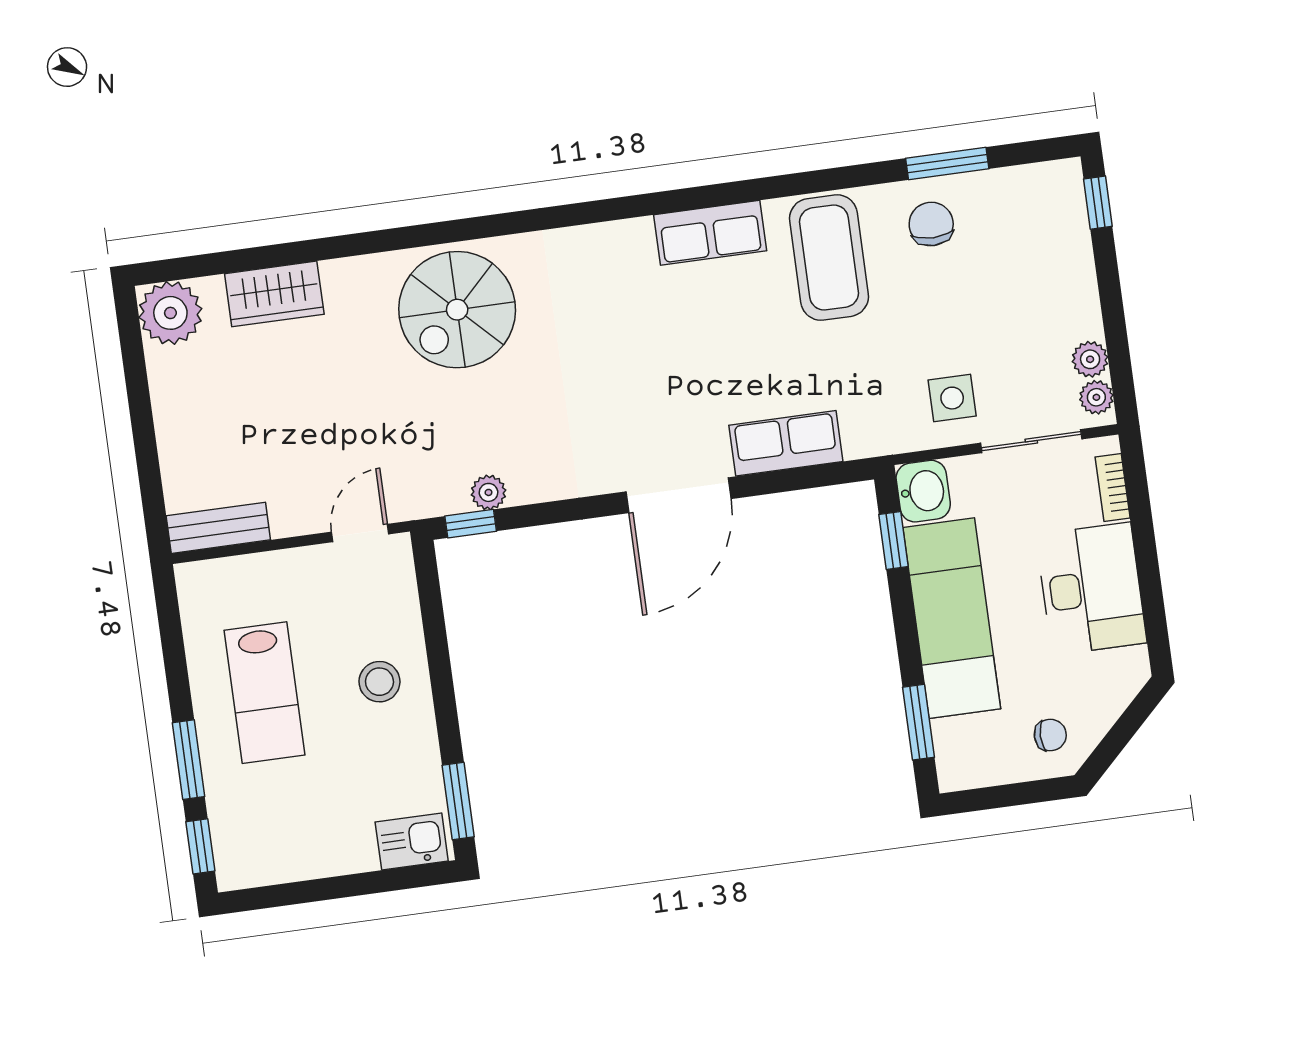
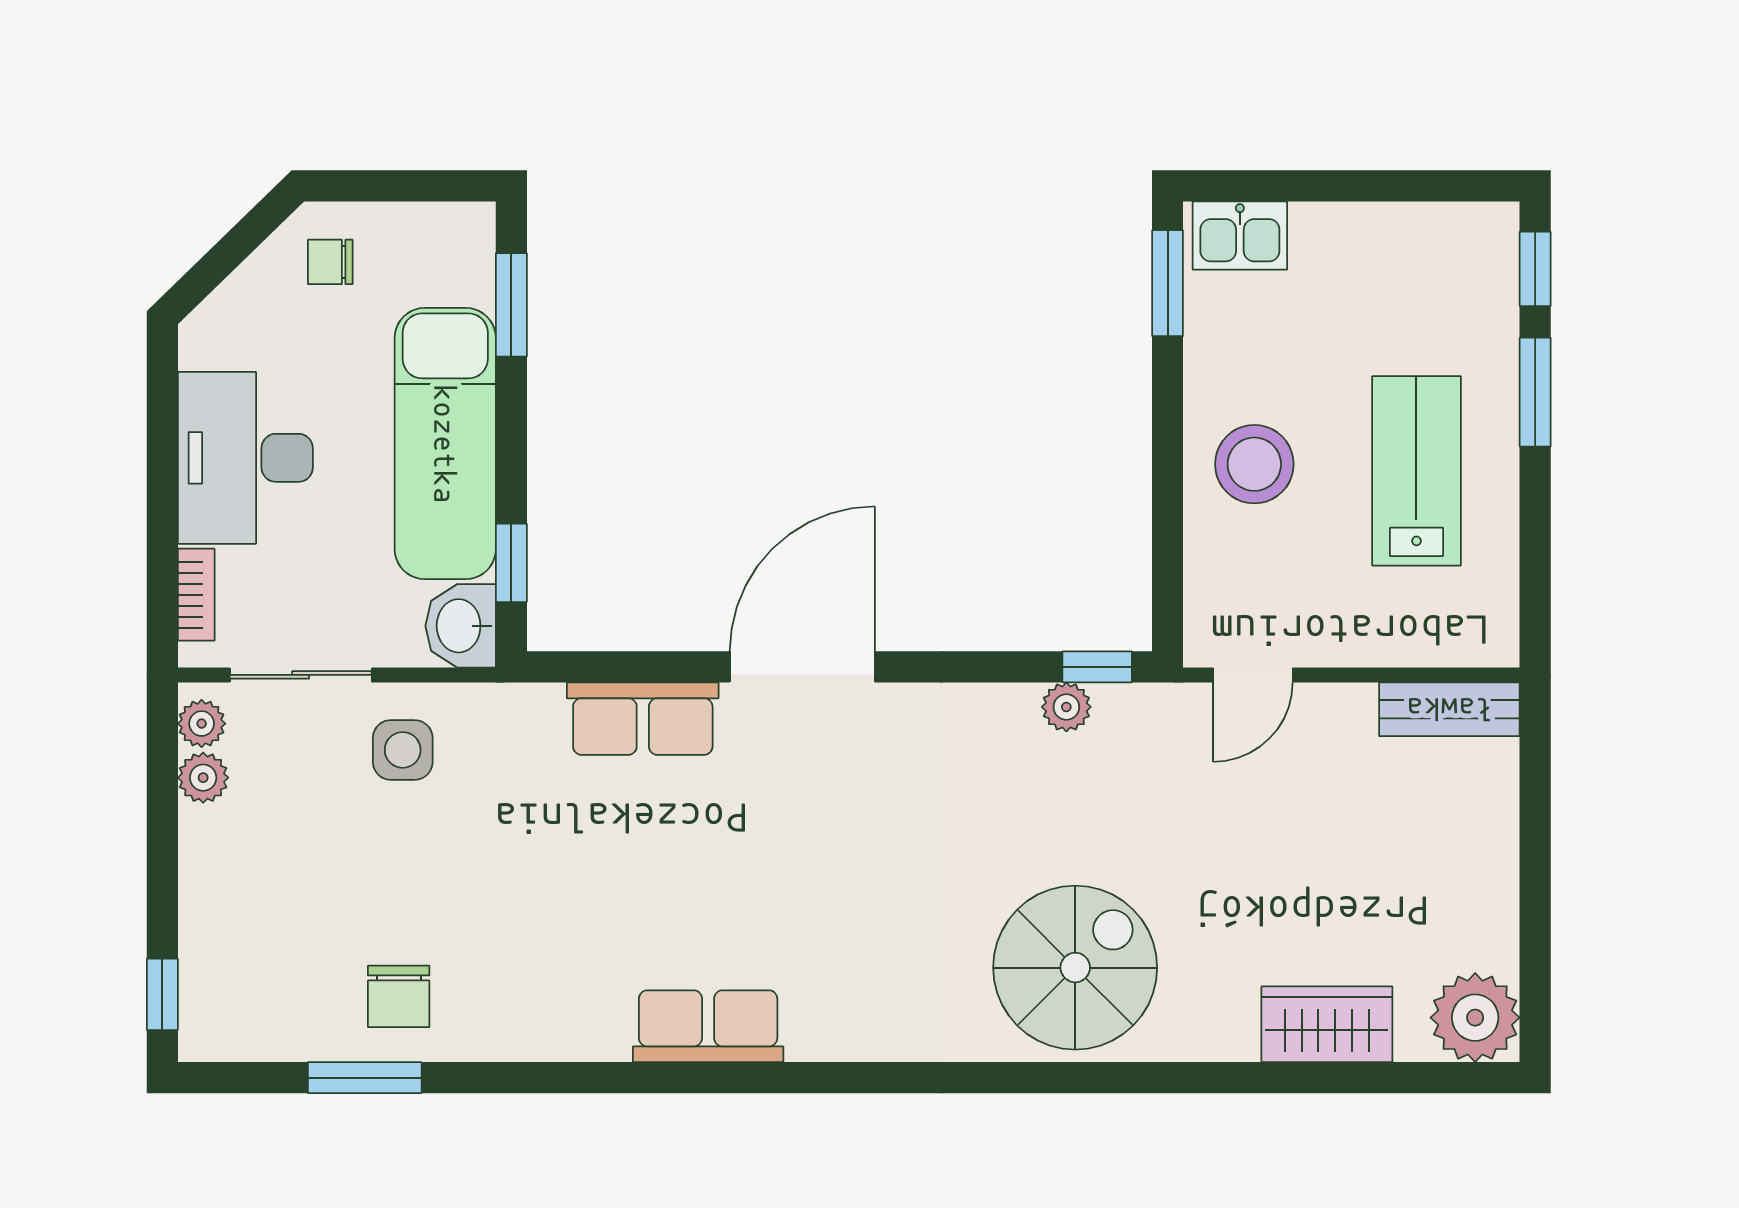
coffee table: (829, 258) -> (547, 969), removed
stool: (379, 682) -> (1254, 464), width x1.38, depth x1.38

